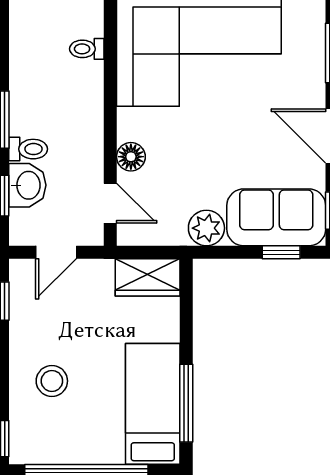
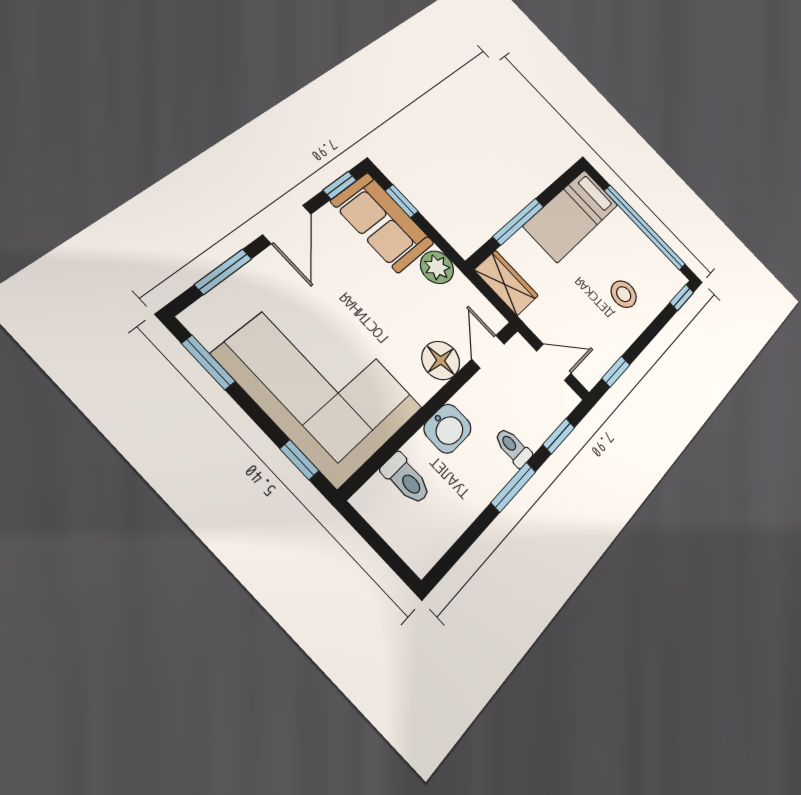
toilet: (87, 49) -> (406, 479), width x1.37, depth x1.39
floor lamp: (131, 157) -> (441, 360), width x1.38, depth x1.38
washbasin: (27, 185) -> (448, 429), moved, turned 180
window: (186, 403) -> (518, 221), moved

